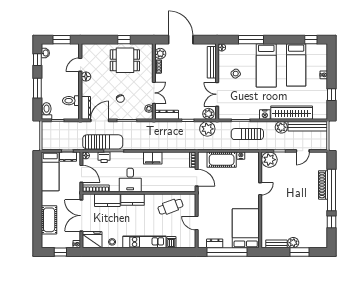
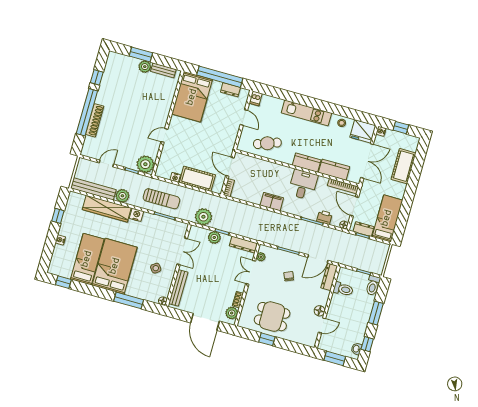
bed: (266, 65) -> (115, 266), width x1.50
plant: (208, 114) -> (214, 237), moved
sun lounger: (103, 142) -> (321, 235), removed
dishwasher: (171, 242) -> (256, 98), moved

